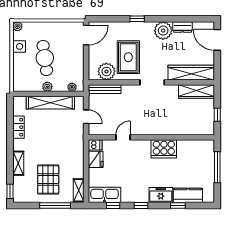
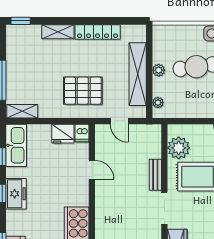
bench: (105, 89) -> (155, 175), moved, width x0.73
door: (86, 117) -> (119, 121), hinge flipped
locker: (18, 127) -> (98, 32), width x1.53
pallet: (48, 180) -> (83, 91), moved
freezer: (161, 195) -> (16, 194), moved

